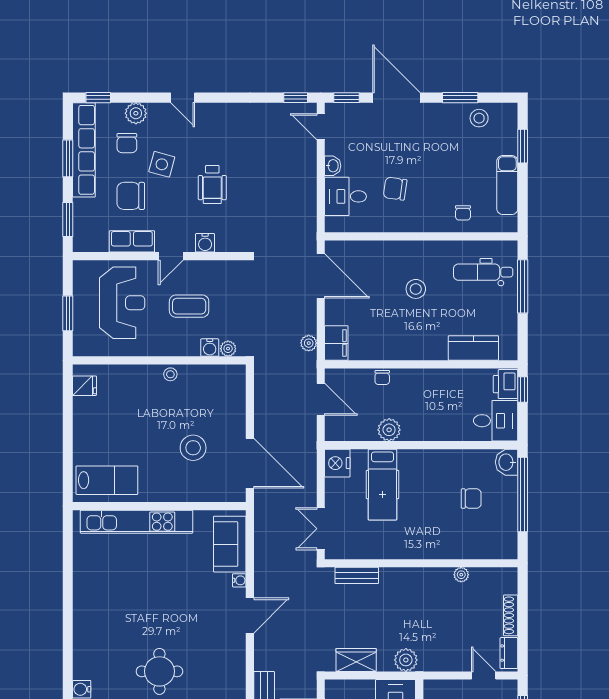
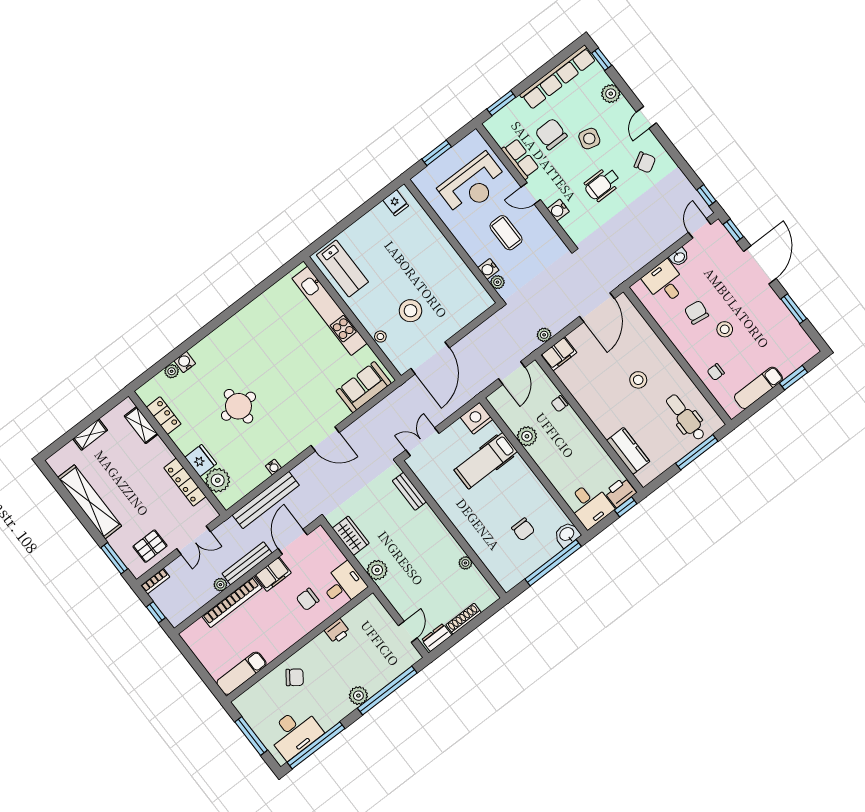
stool: (479, 118) -> (725, 329), moved
chair: (127, 143) -> (645, 162), moved, turned -120
window: (68, 158) -> (543, 71), removed
stool: (170, 374) -> (380, 337), moved
water cooler: (239, 580) -> (273, 467), moved

